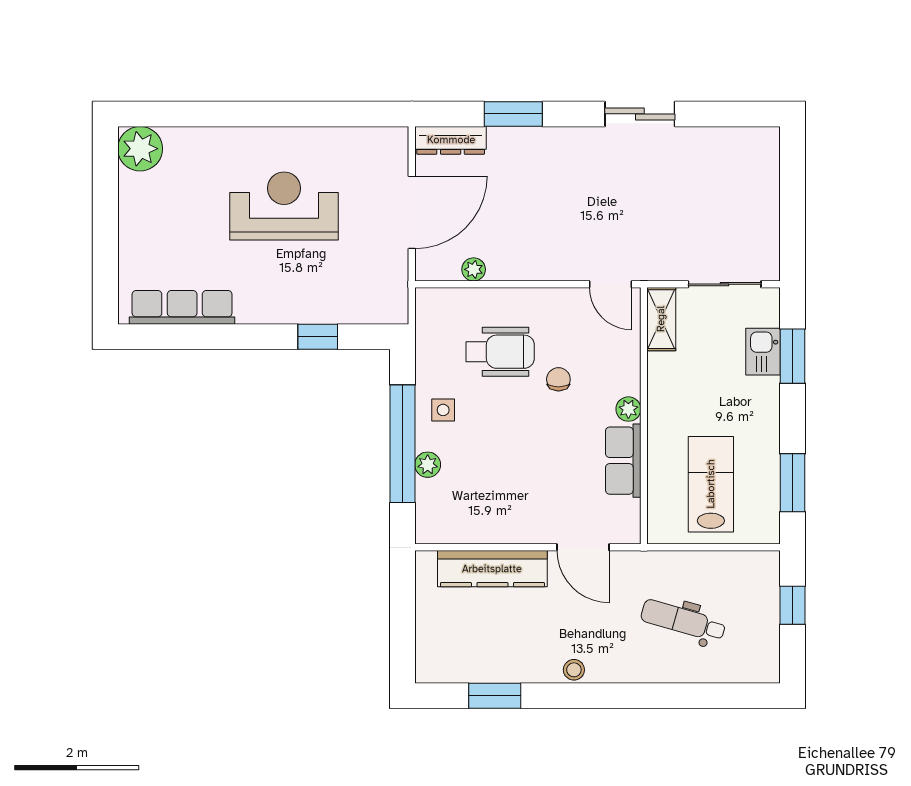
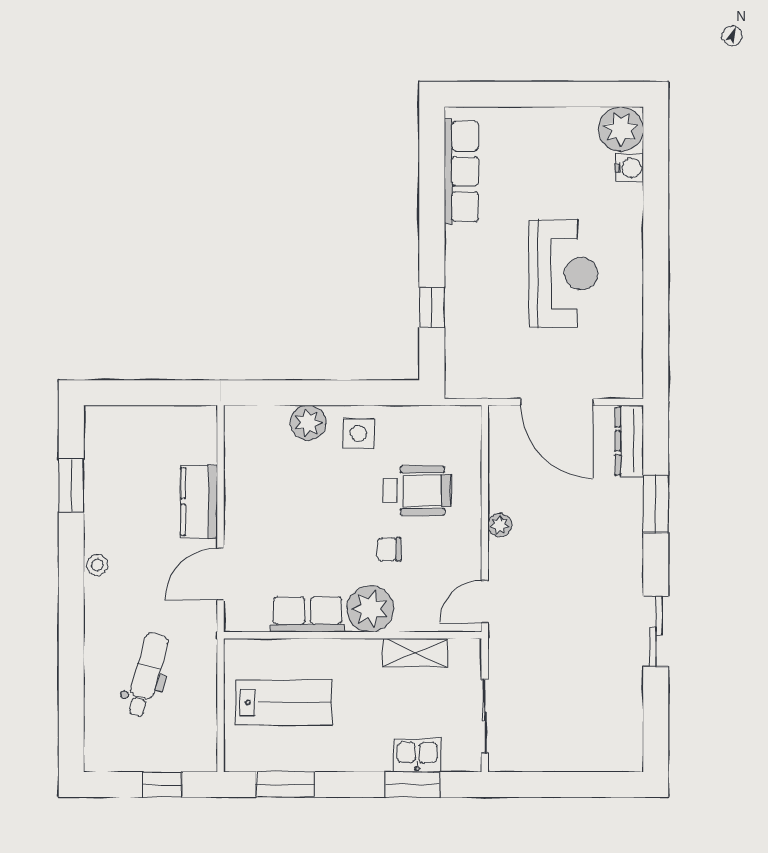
water cooler: (179, 140) -> (629, 168), added
plant: (474, 269) -> (500, 525), moved
shelving: (661, 319) -> (416, 653), moved
wheelchair: (500, 352) -> (417, 491), turned -90
chair: (558, 379) -> (389, 549), turned 180
plant: (628, 409) -> (370, 609), width x1.88, depth x1.88
side table: (443, 410) -> (358, 434), width x1.37, depth x1.37
window: (402, 444) -> (324, 393), removed
plant: (428, 465) -> (308, 423), width x1.38, depth x1.38
kitchen counter: (492, 569) -> (199, 501), width x0.67

